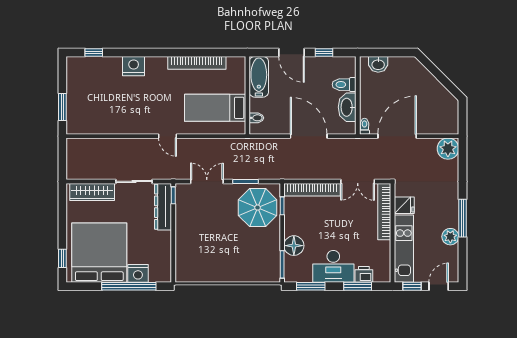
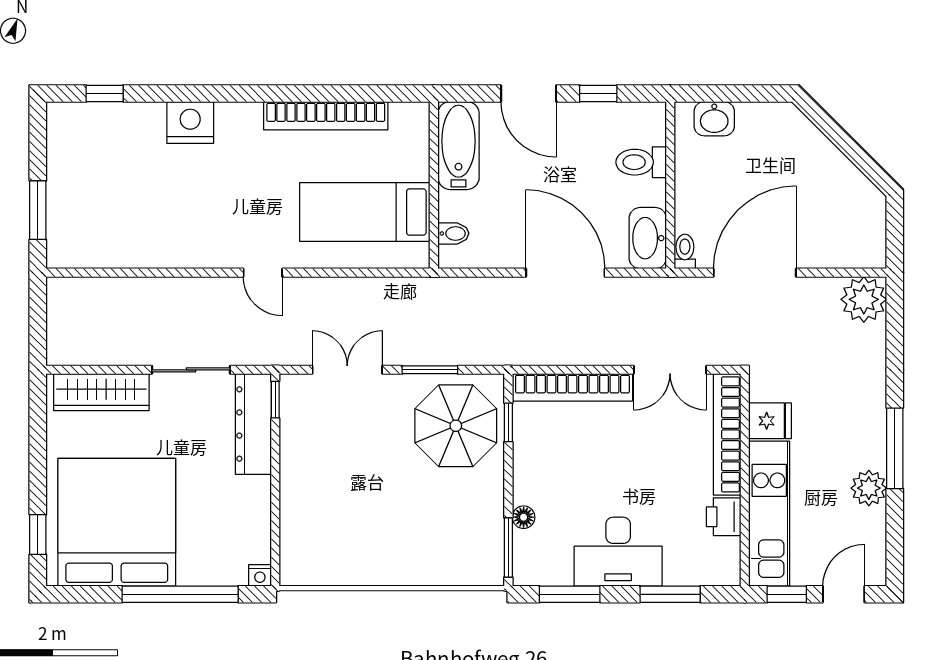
washbasin: (347, 107) -> (648, 238), moved
floor lamp: (294, 246) -> (524, 517), width x0.53, depth x0.53
nightstand: (138, 273) -> (260, 575), moved, width x0.53, depth x0.56
printer: (364, 274) -> (724, 517), moved, turned -90

